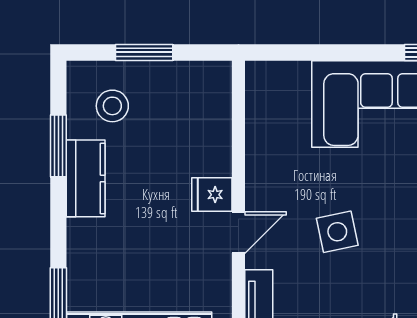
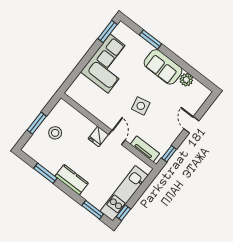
stool: (112, 106) -> (55, 133), moved
kitchen counter: (86, 178) -> (72, 180), moved

